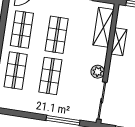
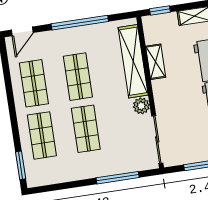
shelving: (103, 27) -> (133, 61), width x1.47

